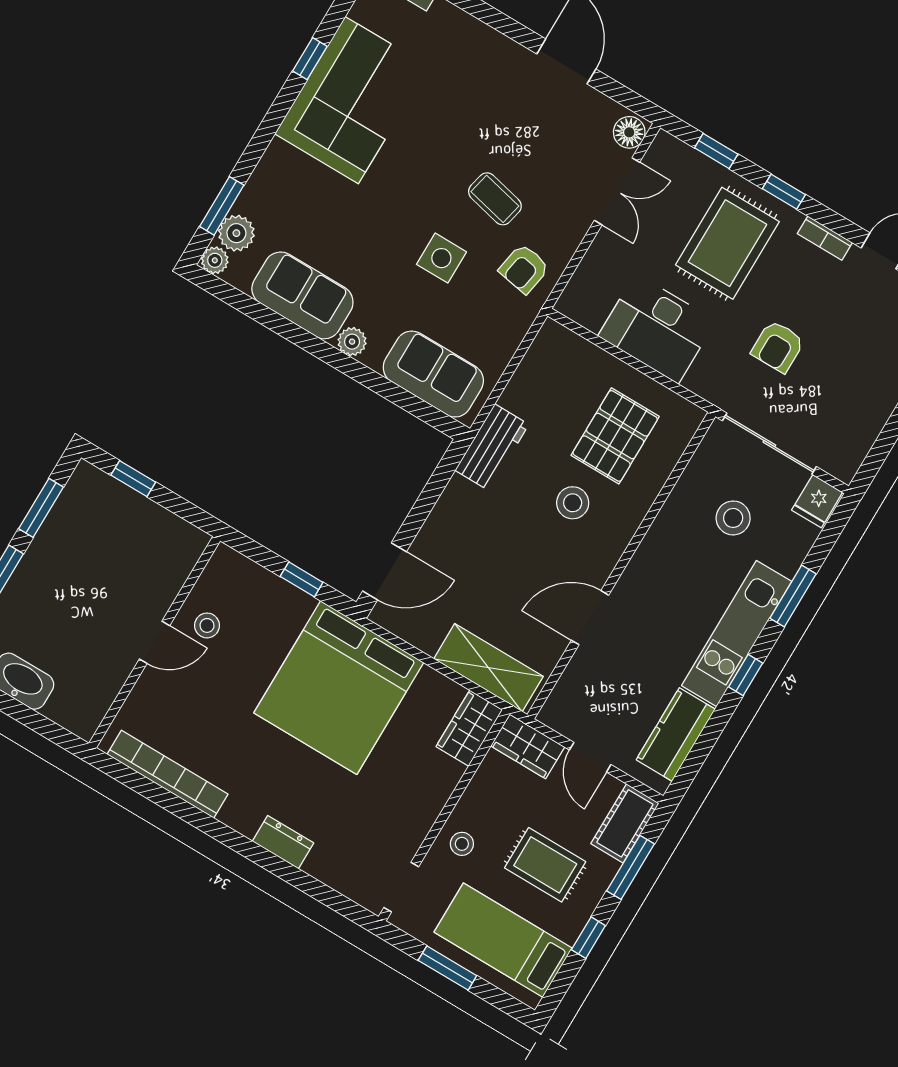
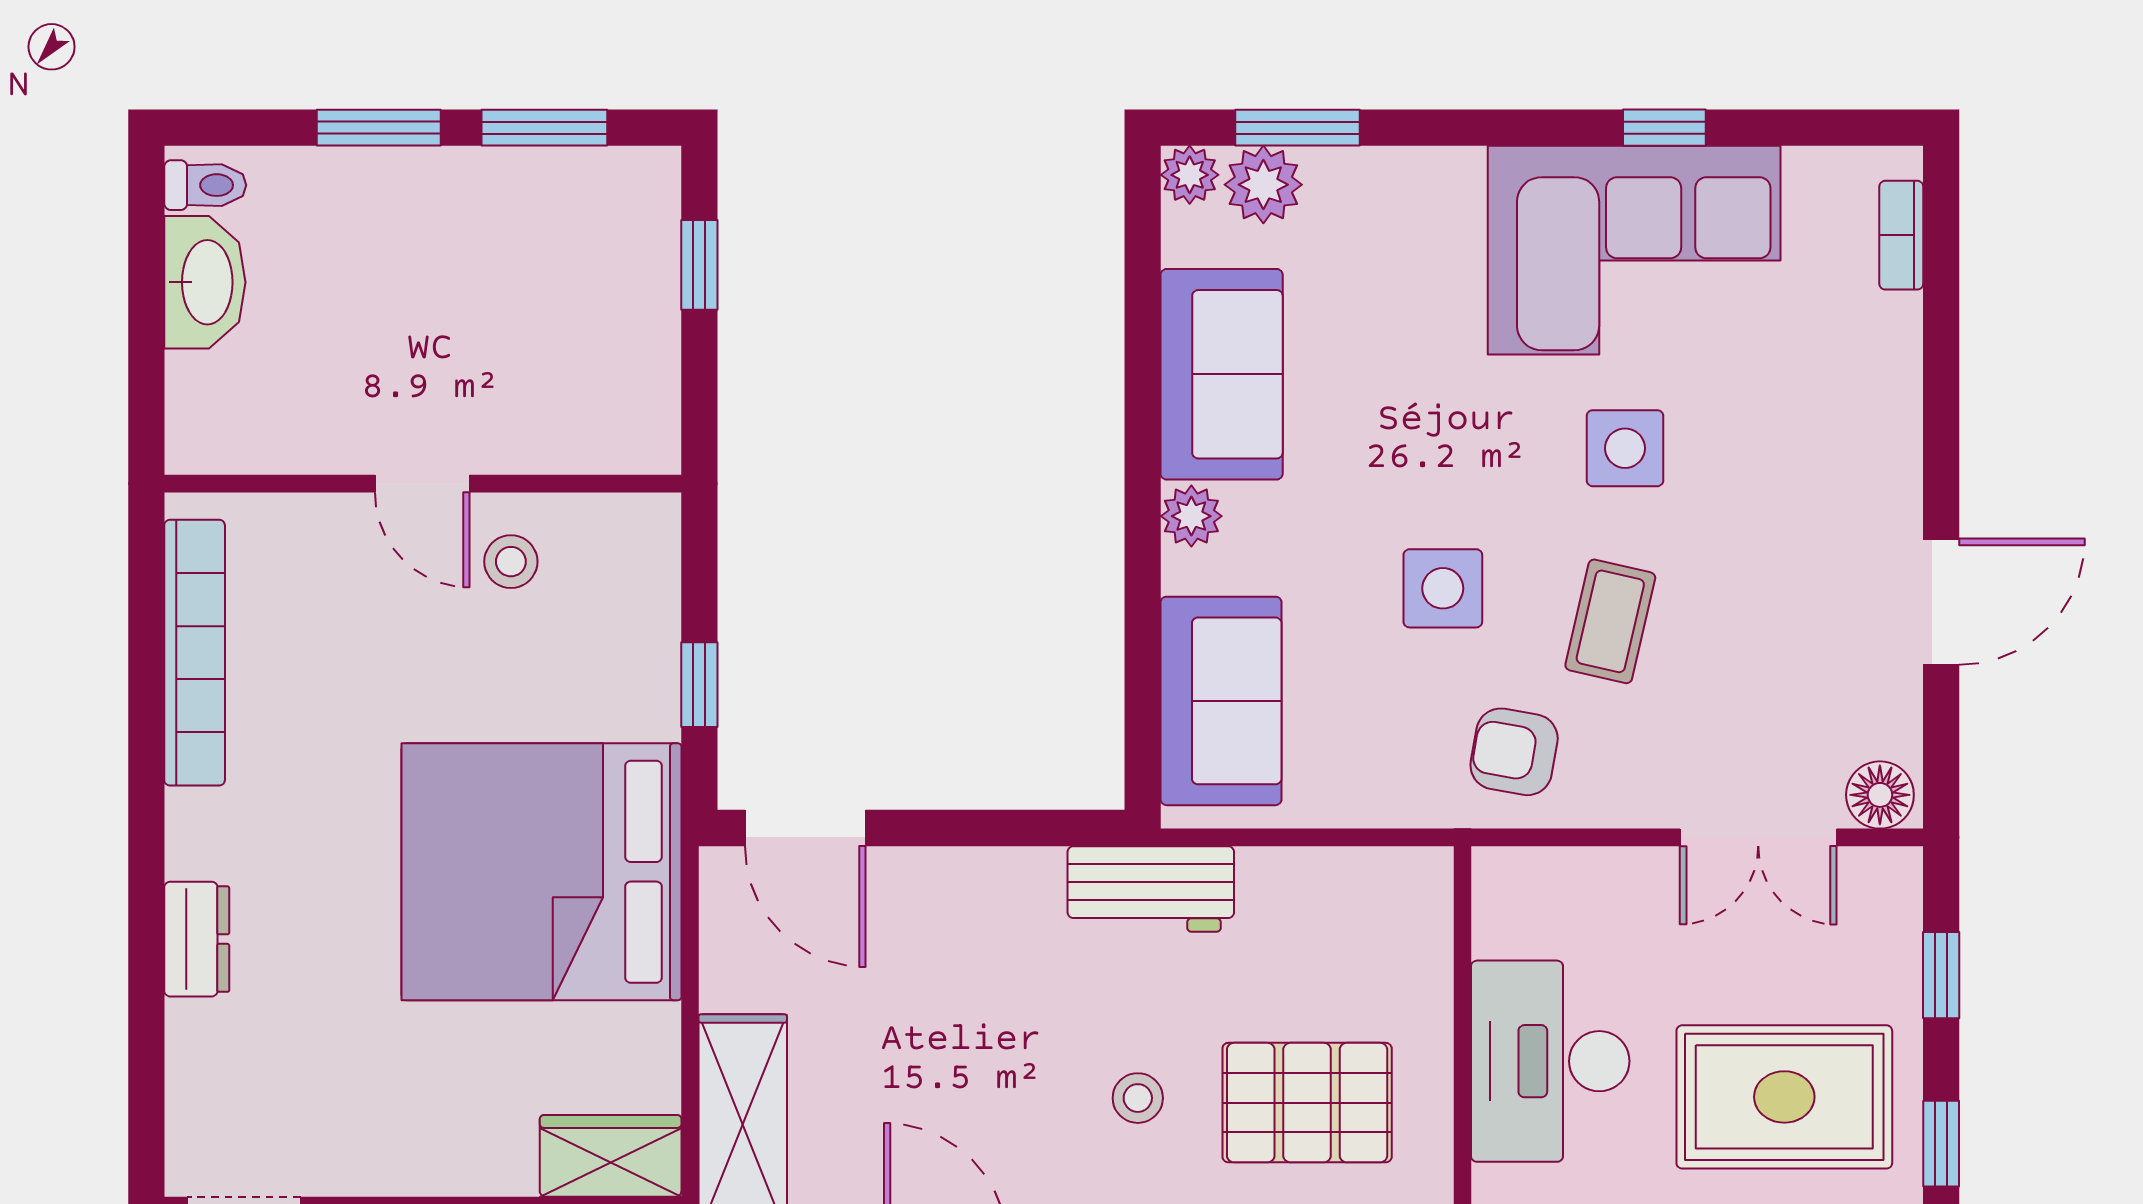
side table: (429, 151) -> (1625, 448), added
stool: (573, 503) -> (1138, 1098), width x0.73, depth x0.73

